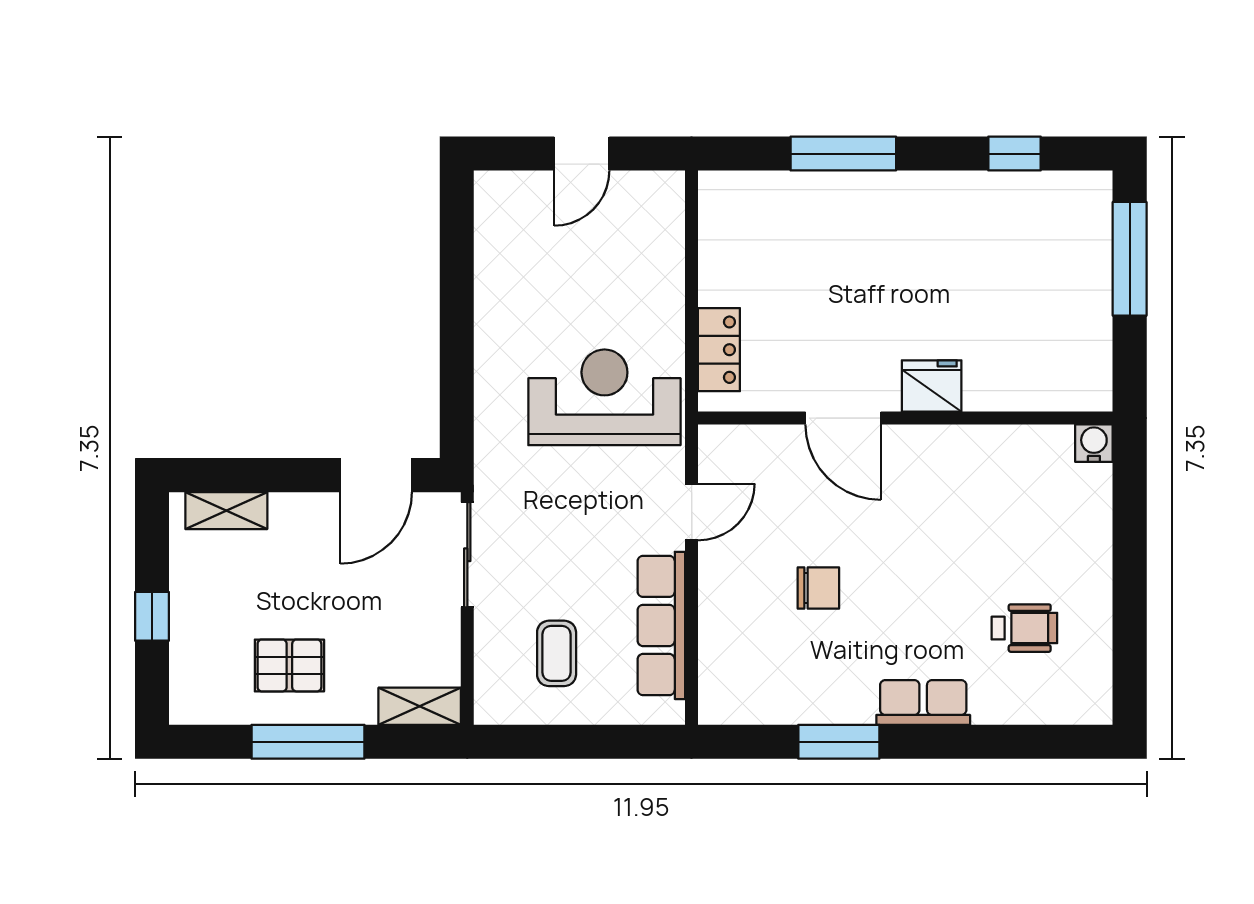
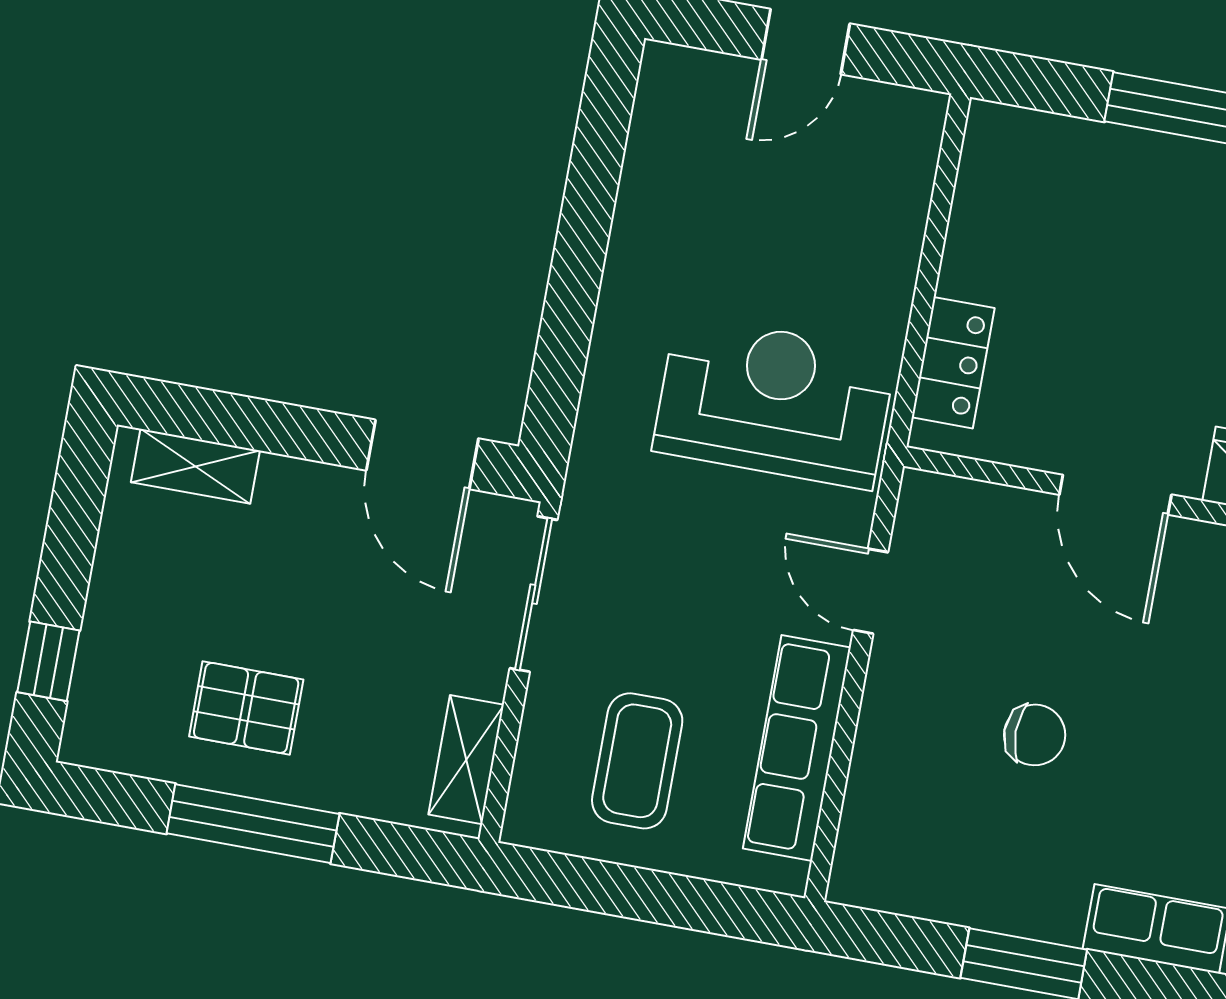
door: (376, 475) -> (422, 454), hinge flipped
door: (692, 512) -> (871, 591), swing flipped
window: (152, 616) -> (48, 661), moved
coffee table: (557, 653) -> (637, 761), width x1.36, depth x1.30
shelving: (420, 706) -> (466, 760), moved, turned 90

